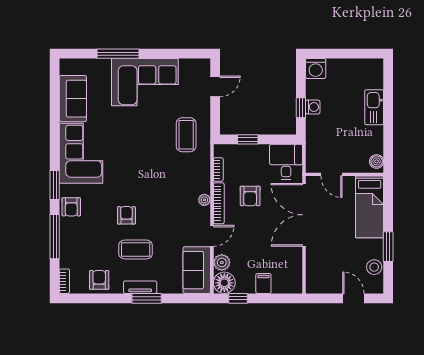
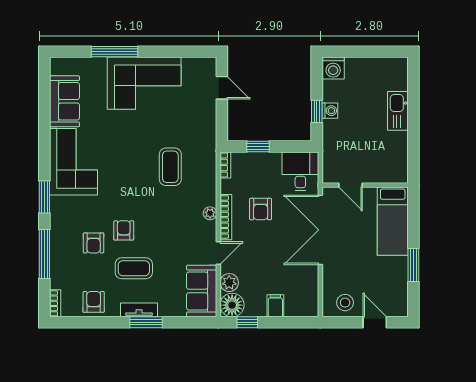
door: (215, 86) -> (222, 88), hinge flipped
coffee table: (186, 135) -> (170, 167), moved
boiler: (377, 161) -> (400, 171), removed
bookcase: (218, 170) -> (225, 165), moved
armchair: (71, 207) -> (94, 243), moved
stool: (374, 267) -> (345, 303), moved

